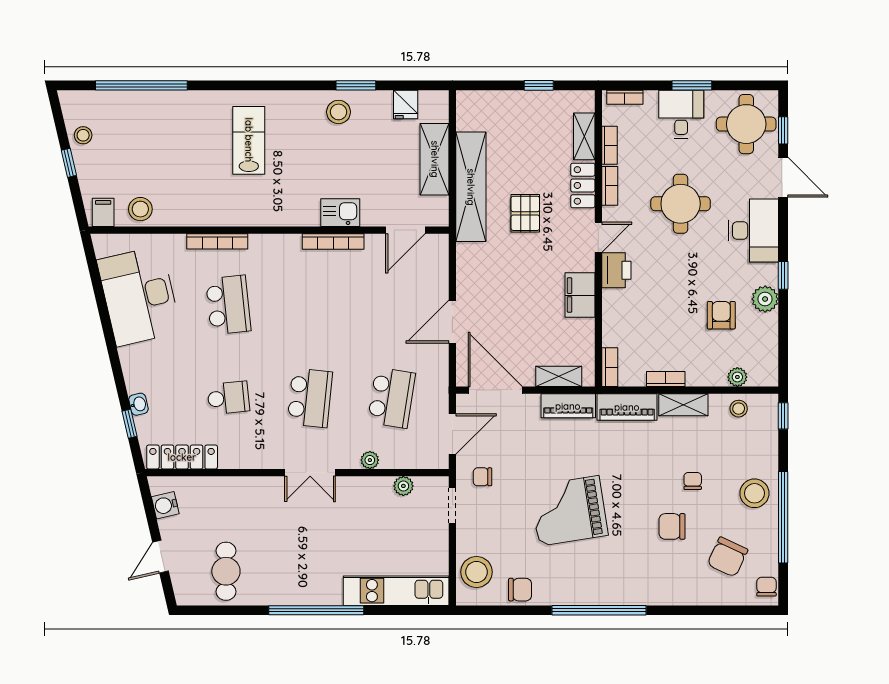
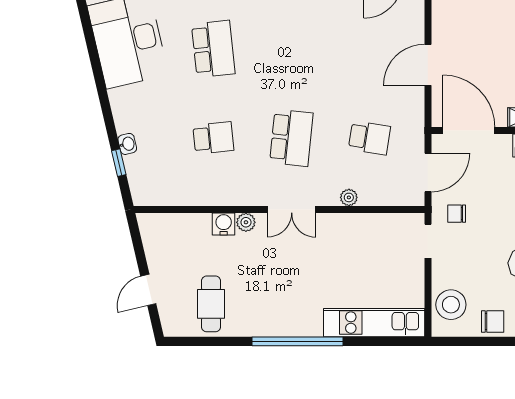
school desk: (391, 398) -> (369, 138), width x0.54
locker: (182, 457) -> (169, 195), removed
plant: (403, 486) -> (246, 222), moved
water cooler: (165, 505) -> (224, 224), moved, turned 103

